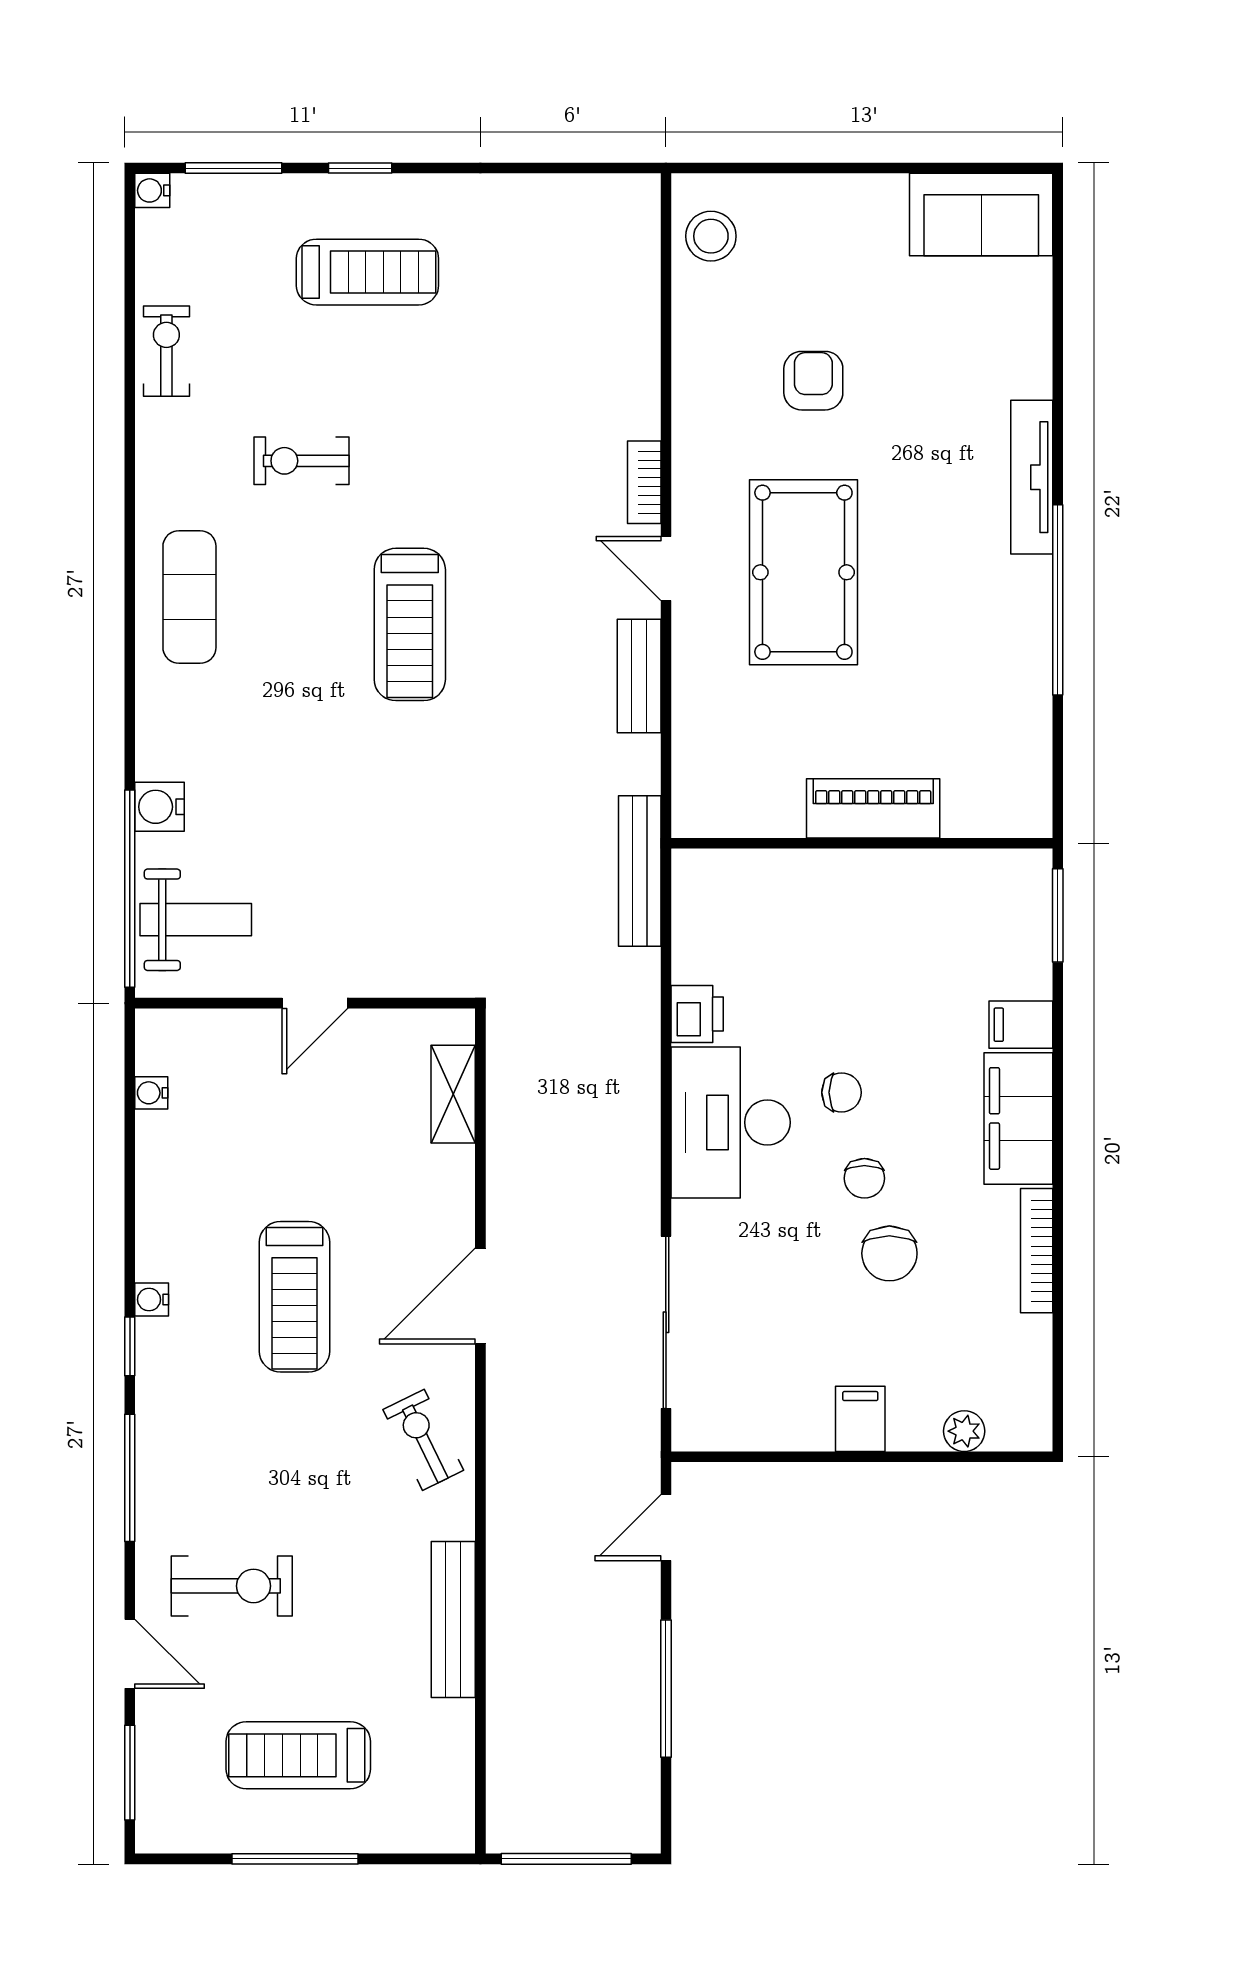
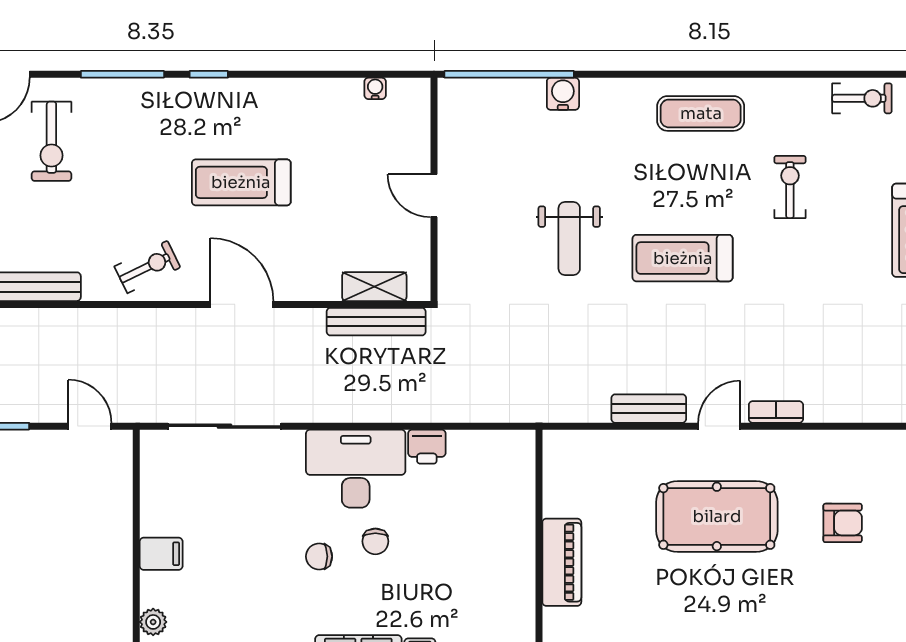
bench: (640, 871) -> (376, 322), moved
weight bench: (196, 920) -> (569, 239), moved
chair: (889, 1253) -> (270, 573), removed
water cooler: (152, 1300) -> (239, 89), removed

